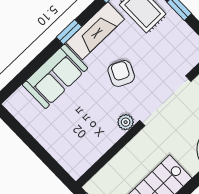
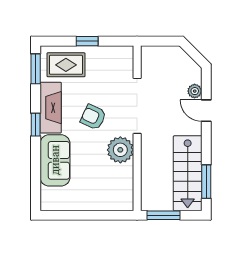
plant: (126, 122) -> (120, 150), width x1.88, depth x1.88

